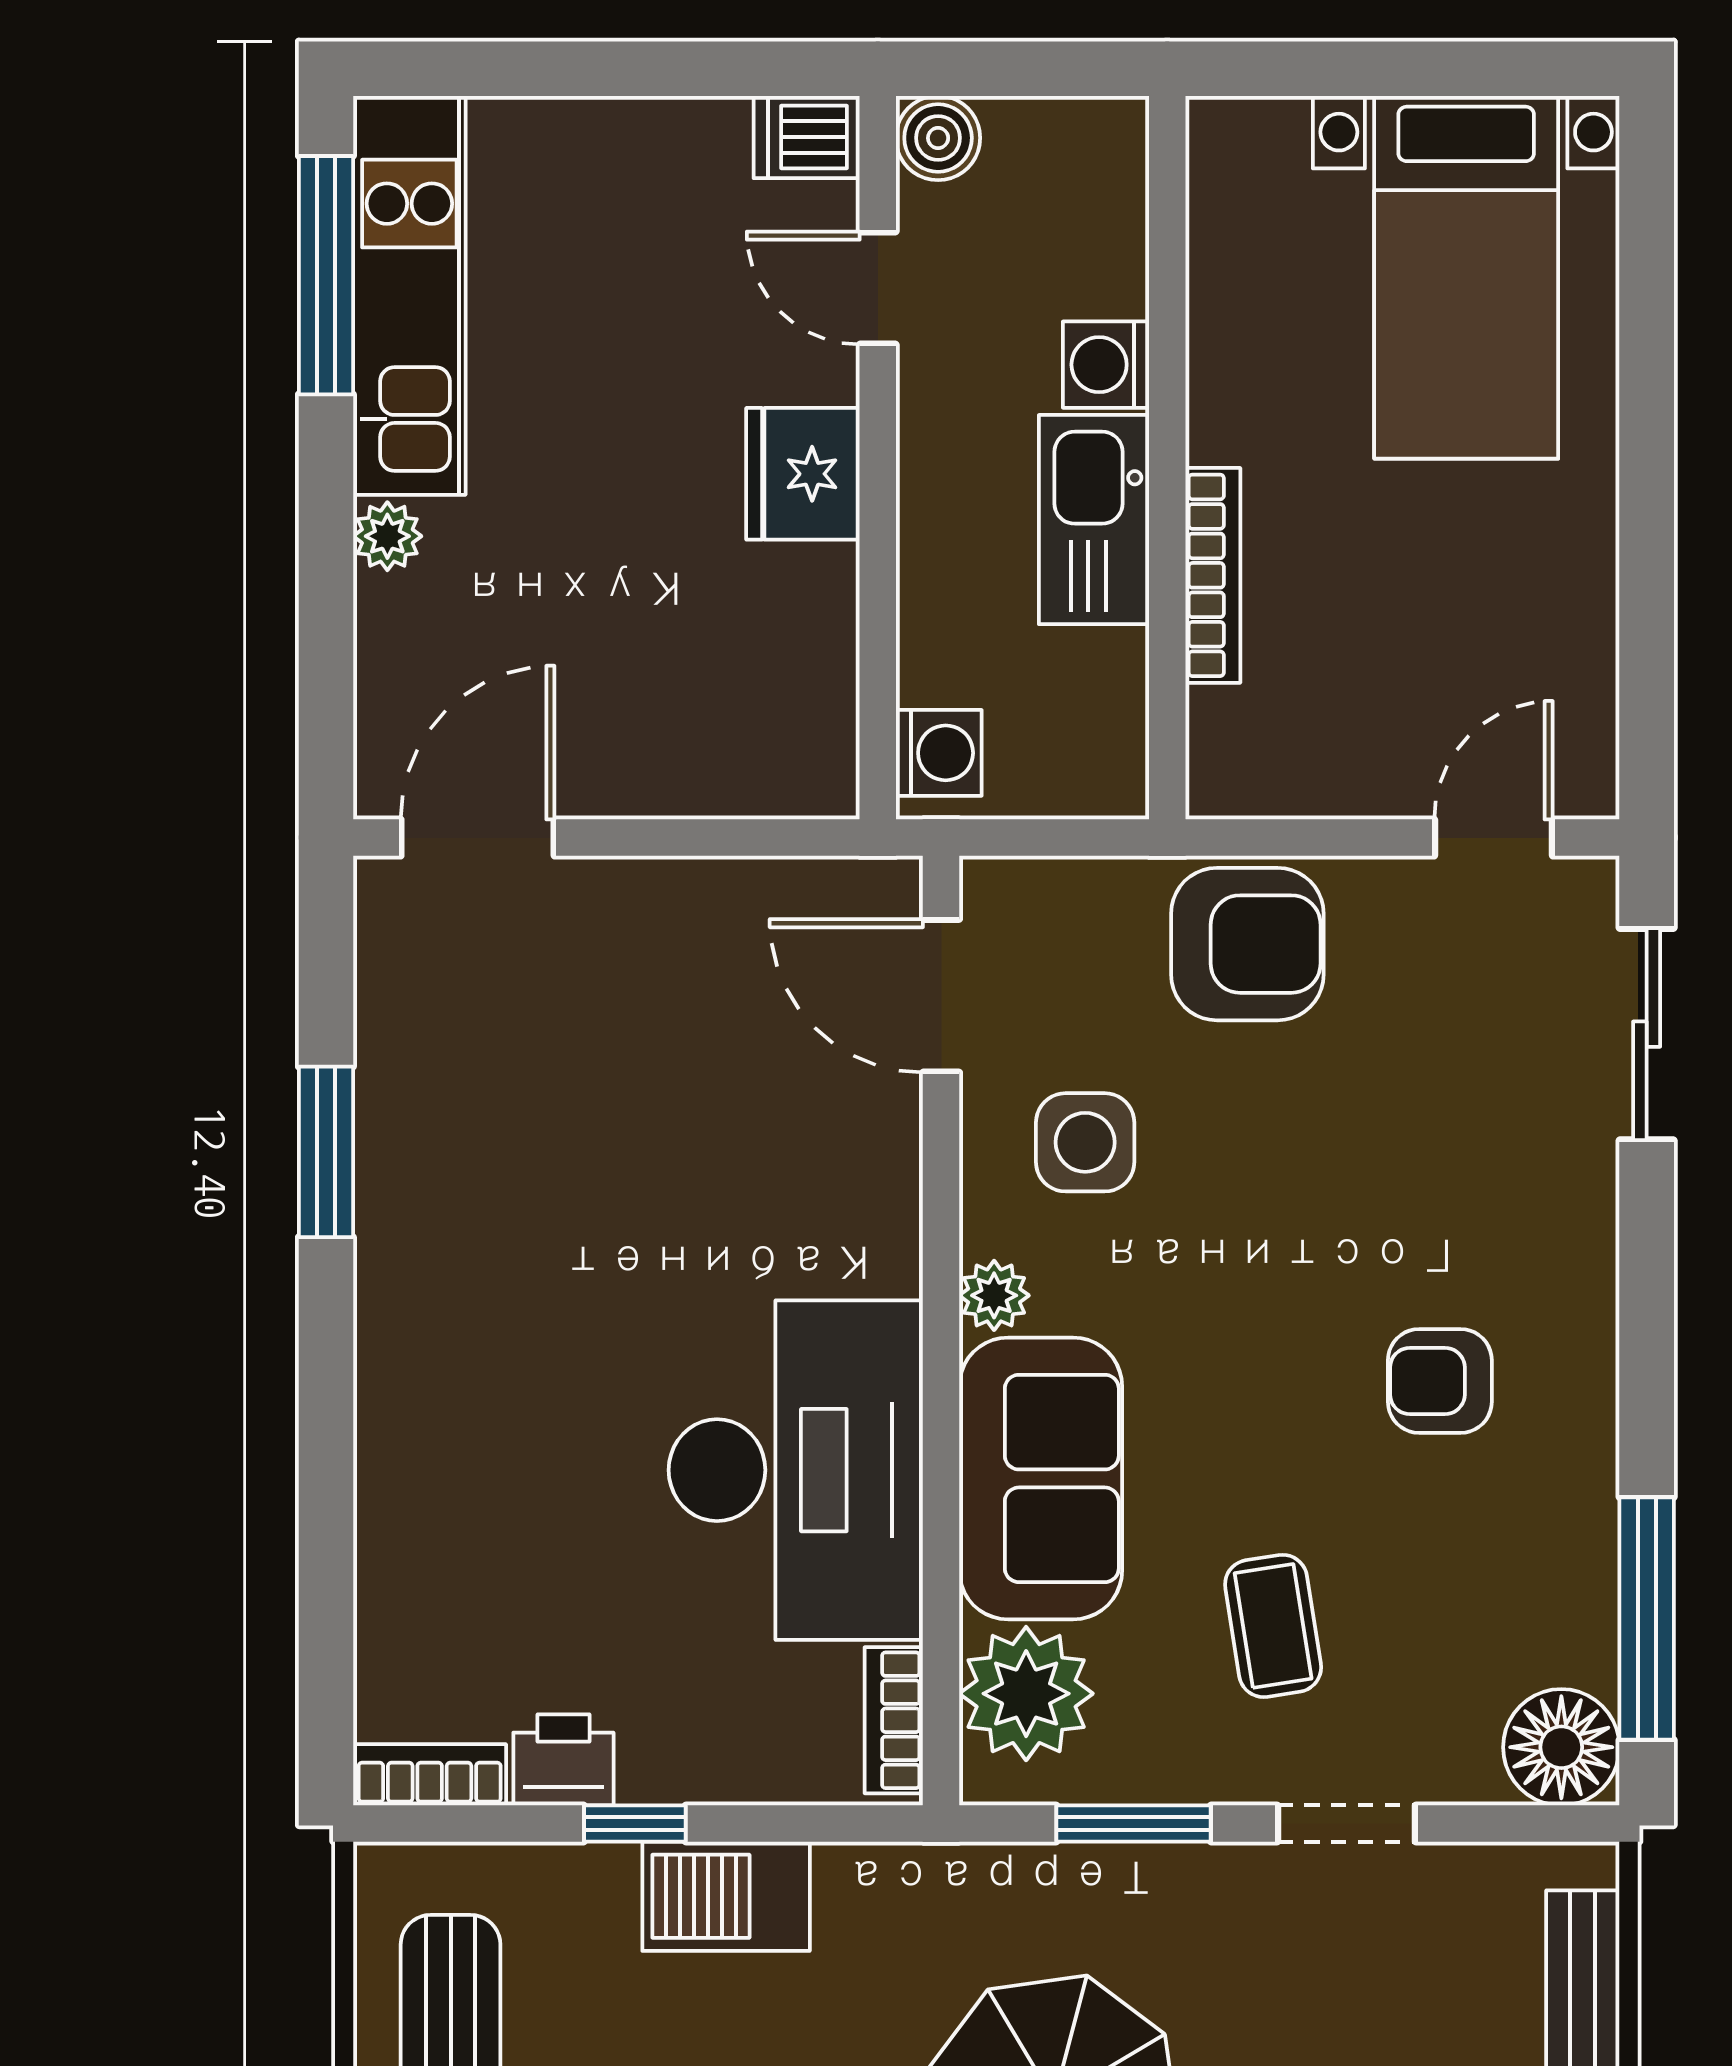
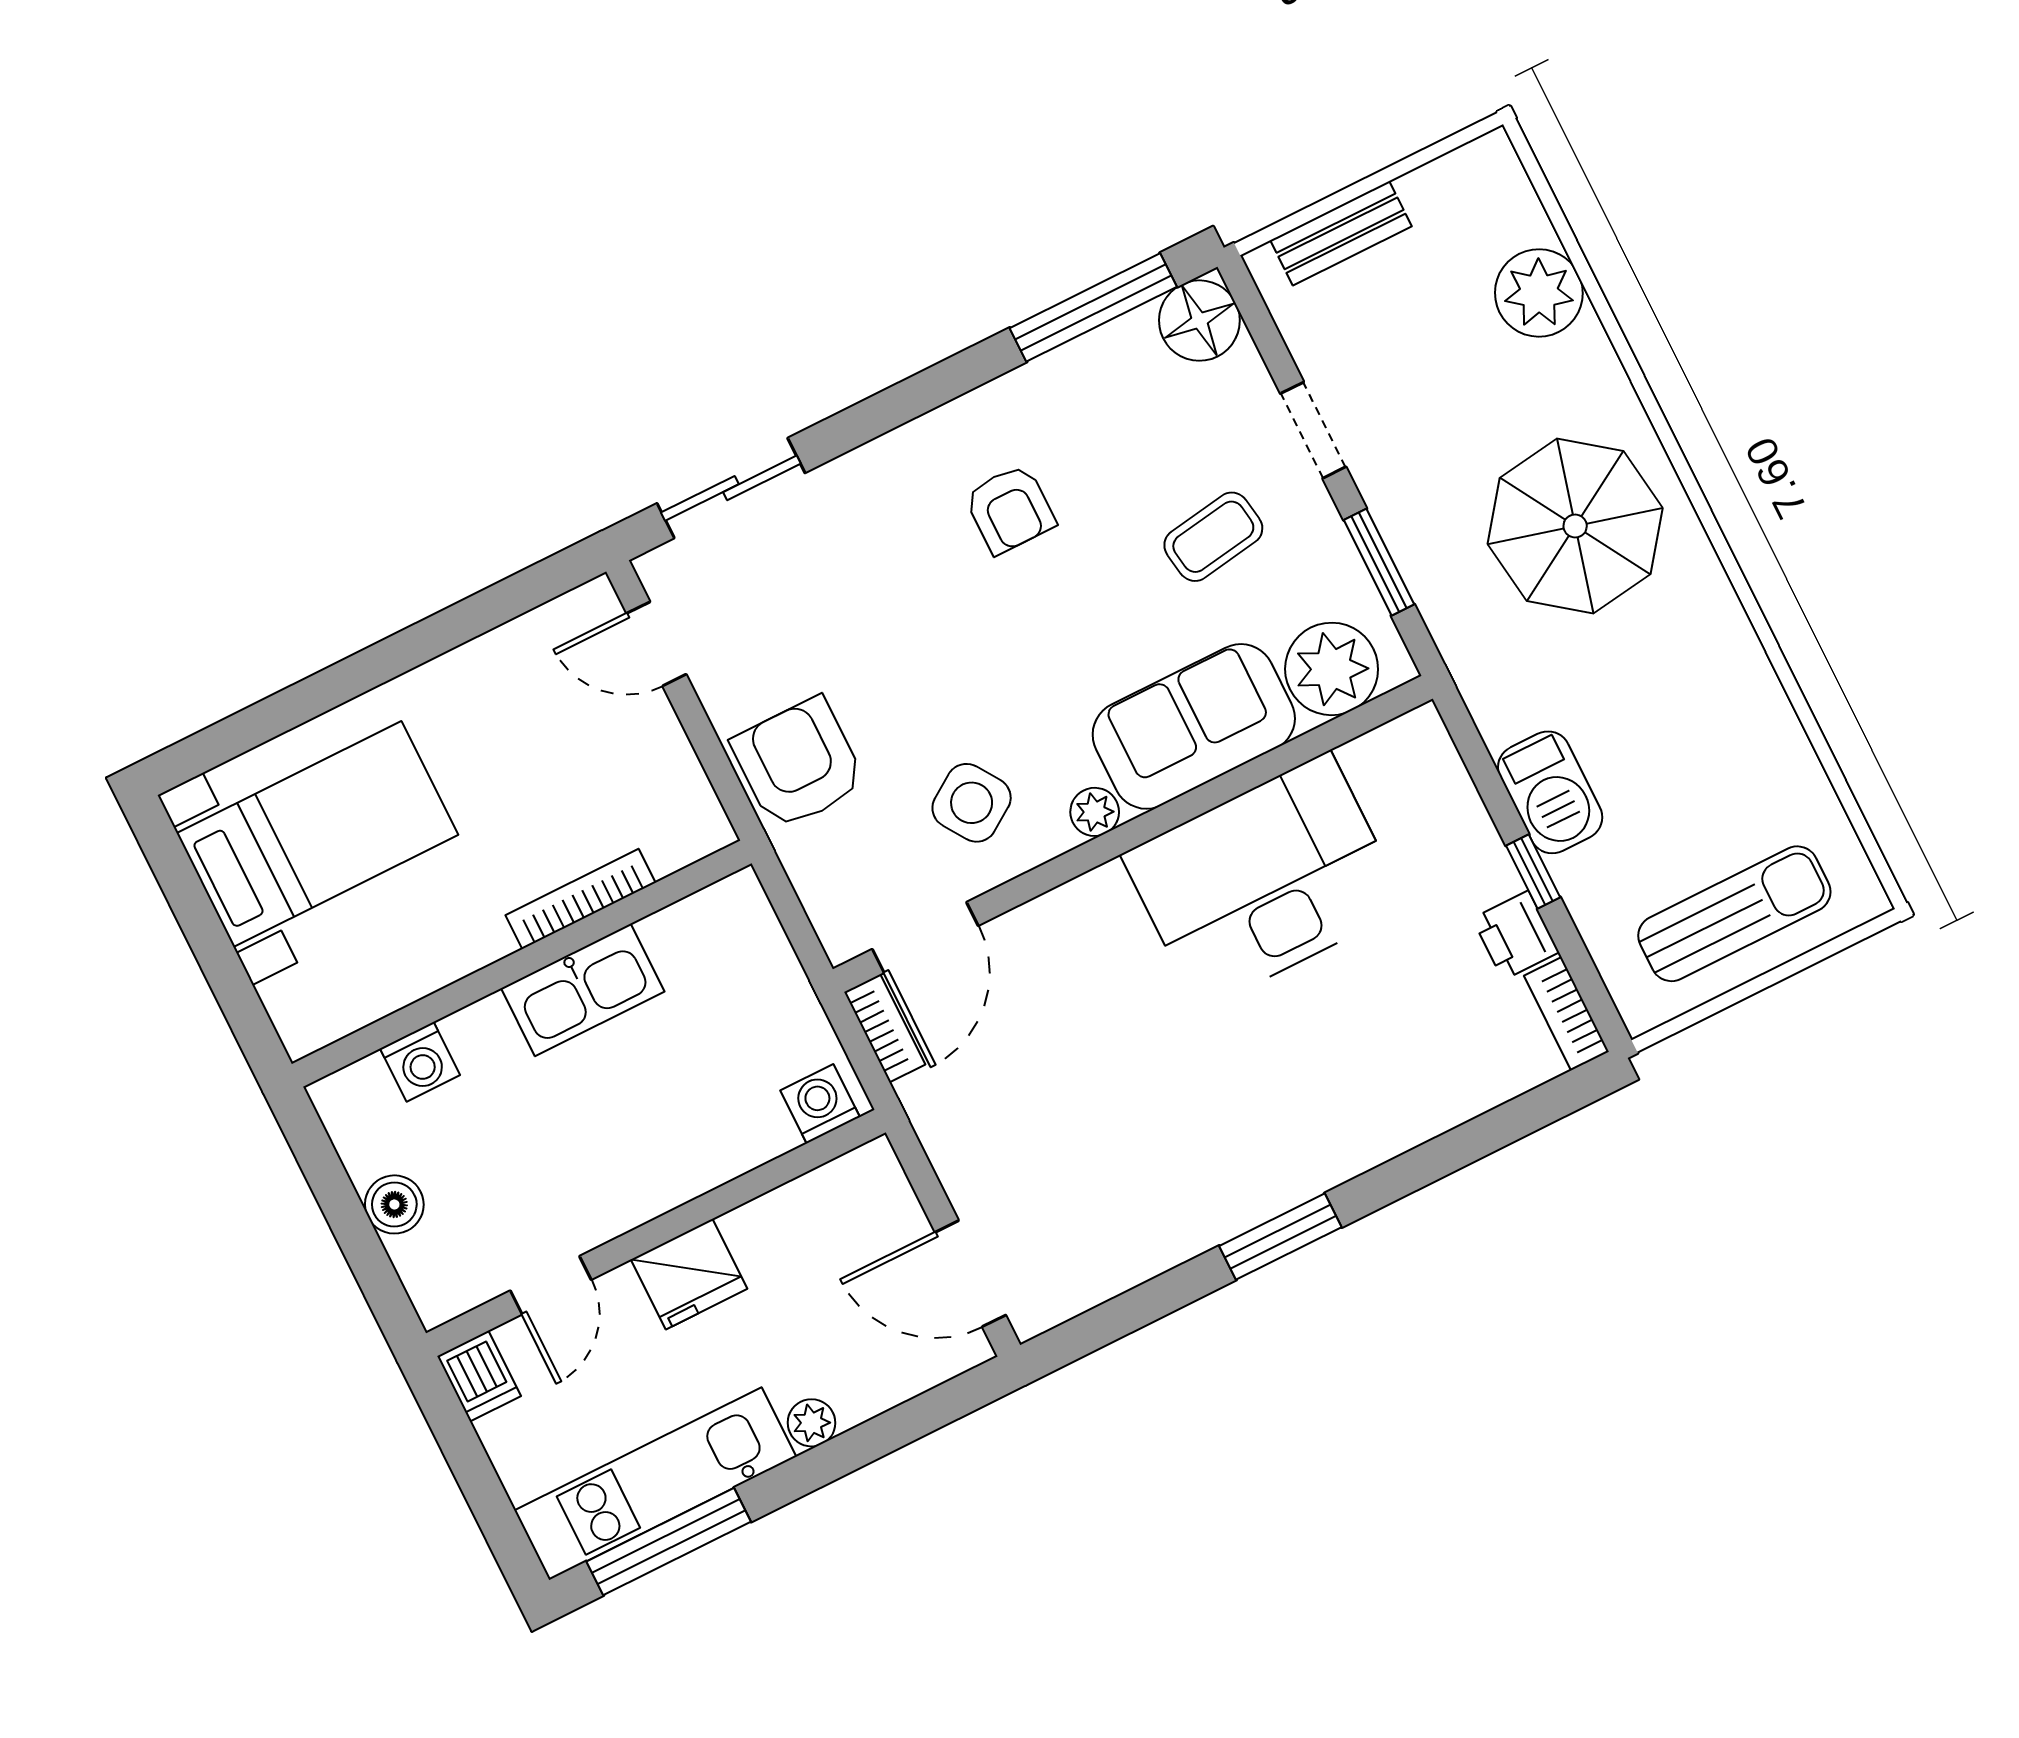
dishwasher: (807, 137) -> (479, 1376), moved
door: (878, 288) -> (551, 1285), moved
washing machine: (1106, 365) -> (420, 1062), moved
wall: (878, 458) -> (656, 1233), moved
fridge: (803, 474) -> (689, 1274), moved
washing machine: (939, 753) -> (820, 1104), moved
side table: (1085, 1142) -> (972, 803), turned -34
window: (326, 1152) -> (1280, 1237), moved
bookcase: (894, 1720) -> (885, 1028), moved, turned -90

